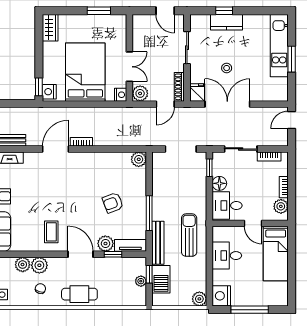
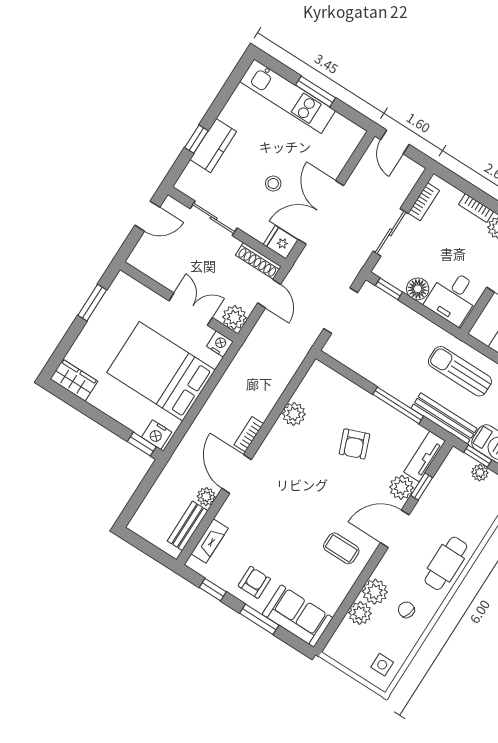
plant: (33, 140) -> (206, 497), added
plant: (139, 159) -> (294, 414), moved

